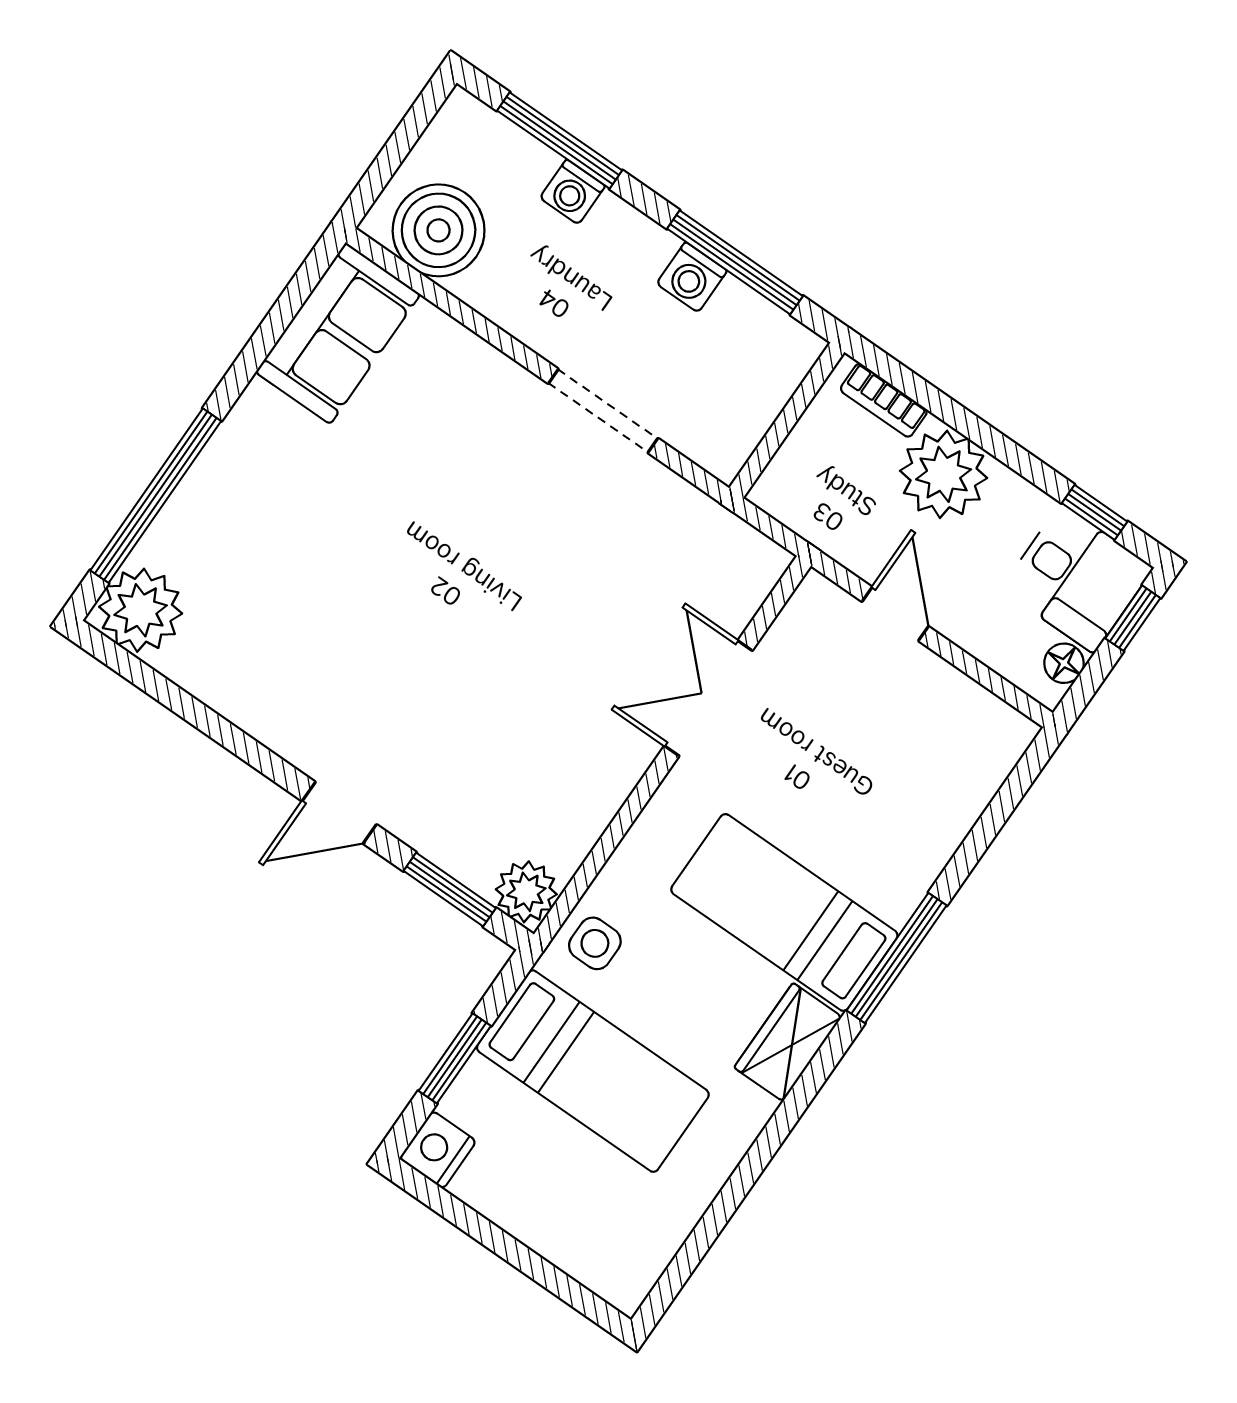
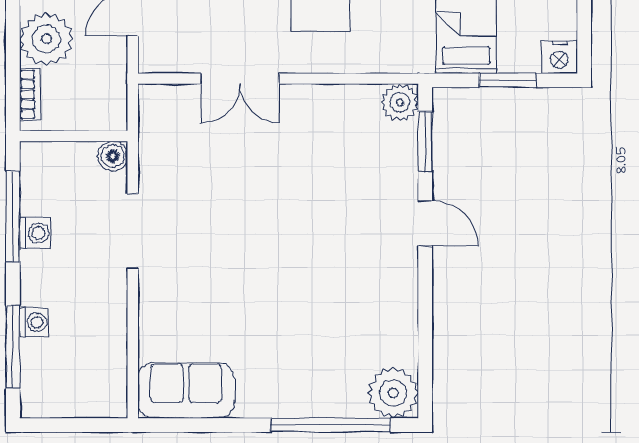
boiler: (439, 230) -> (113, 156), moved, width x0.54, depth x0.54
side table: (595, 943) -> (402, 50), removed

